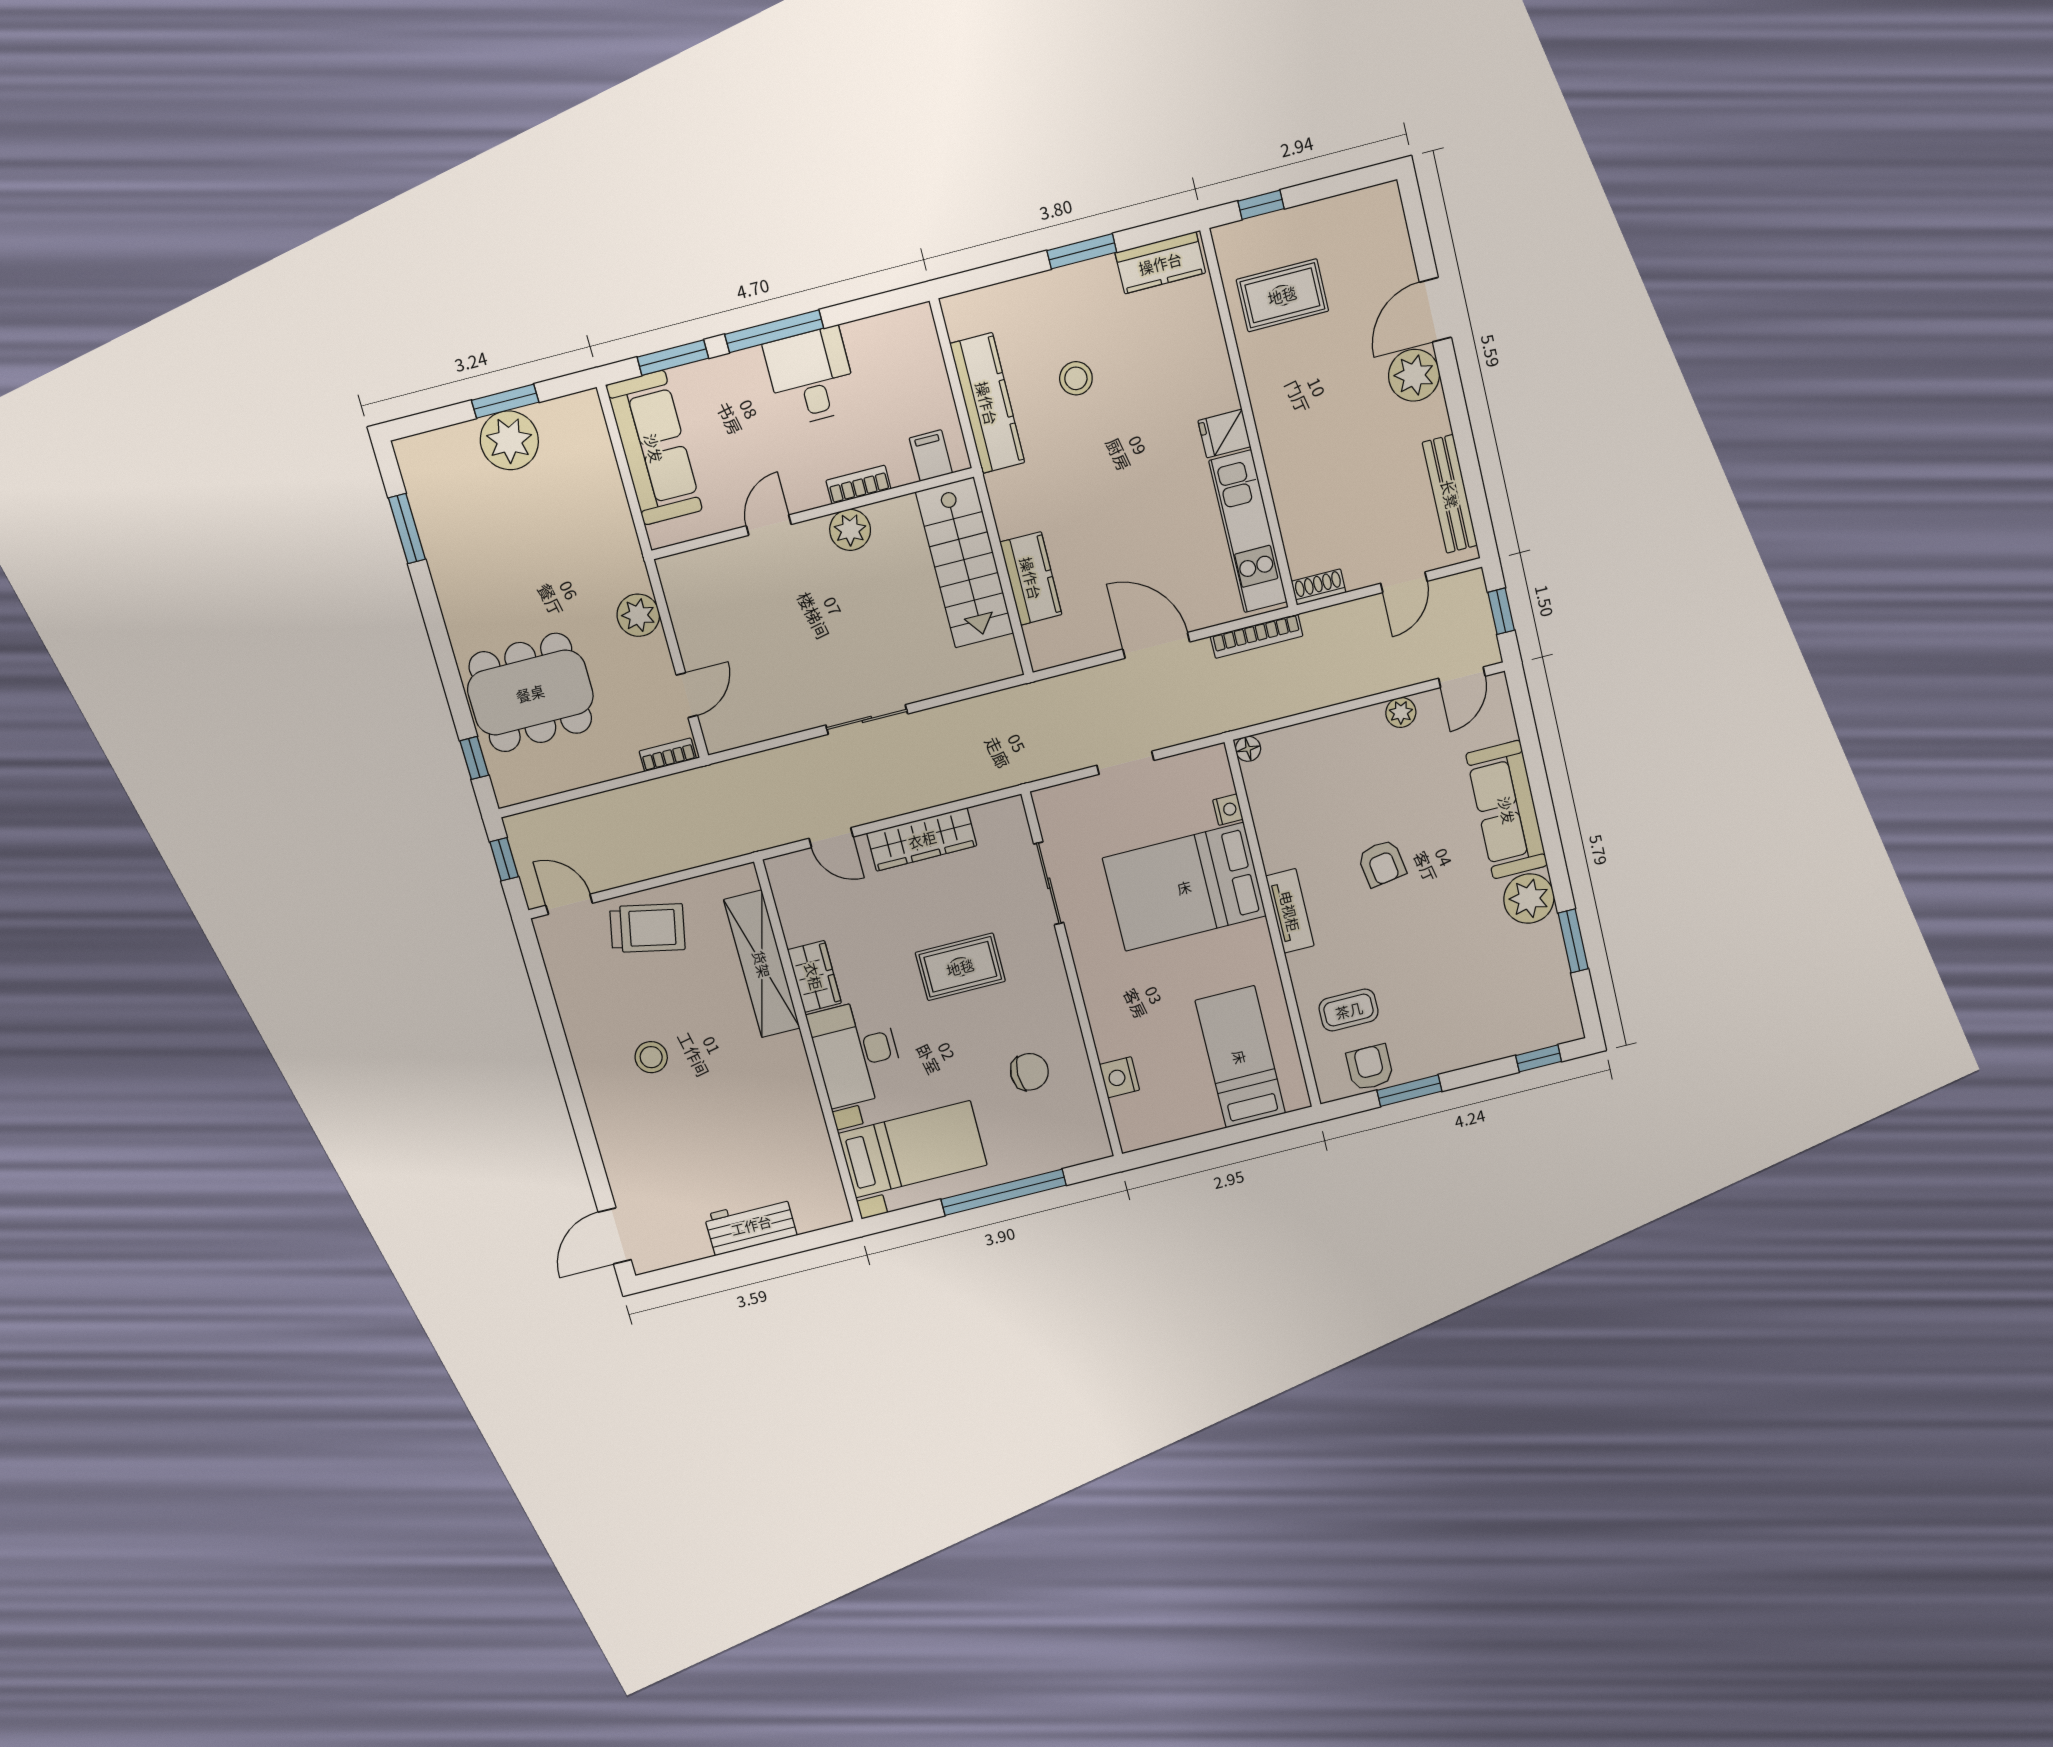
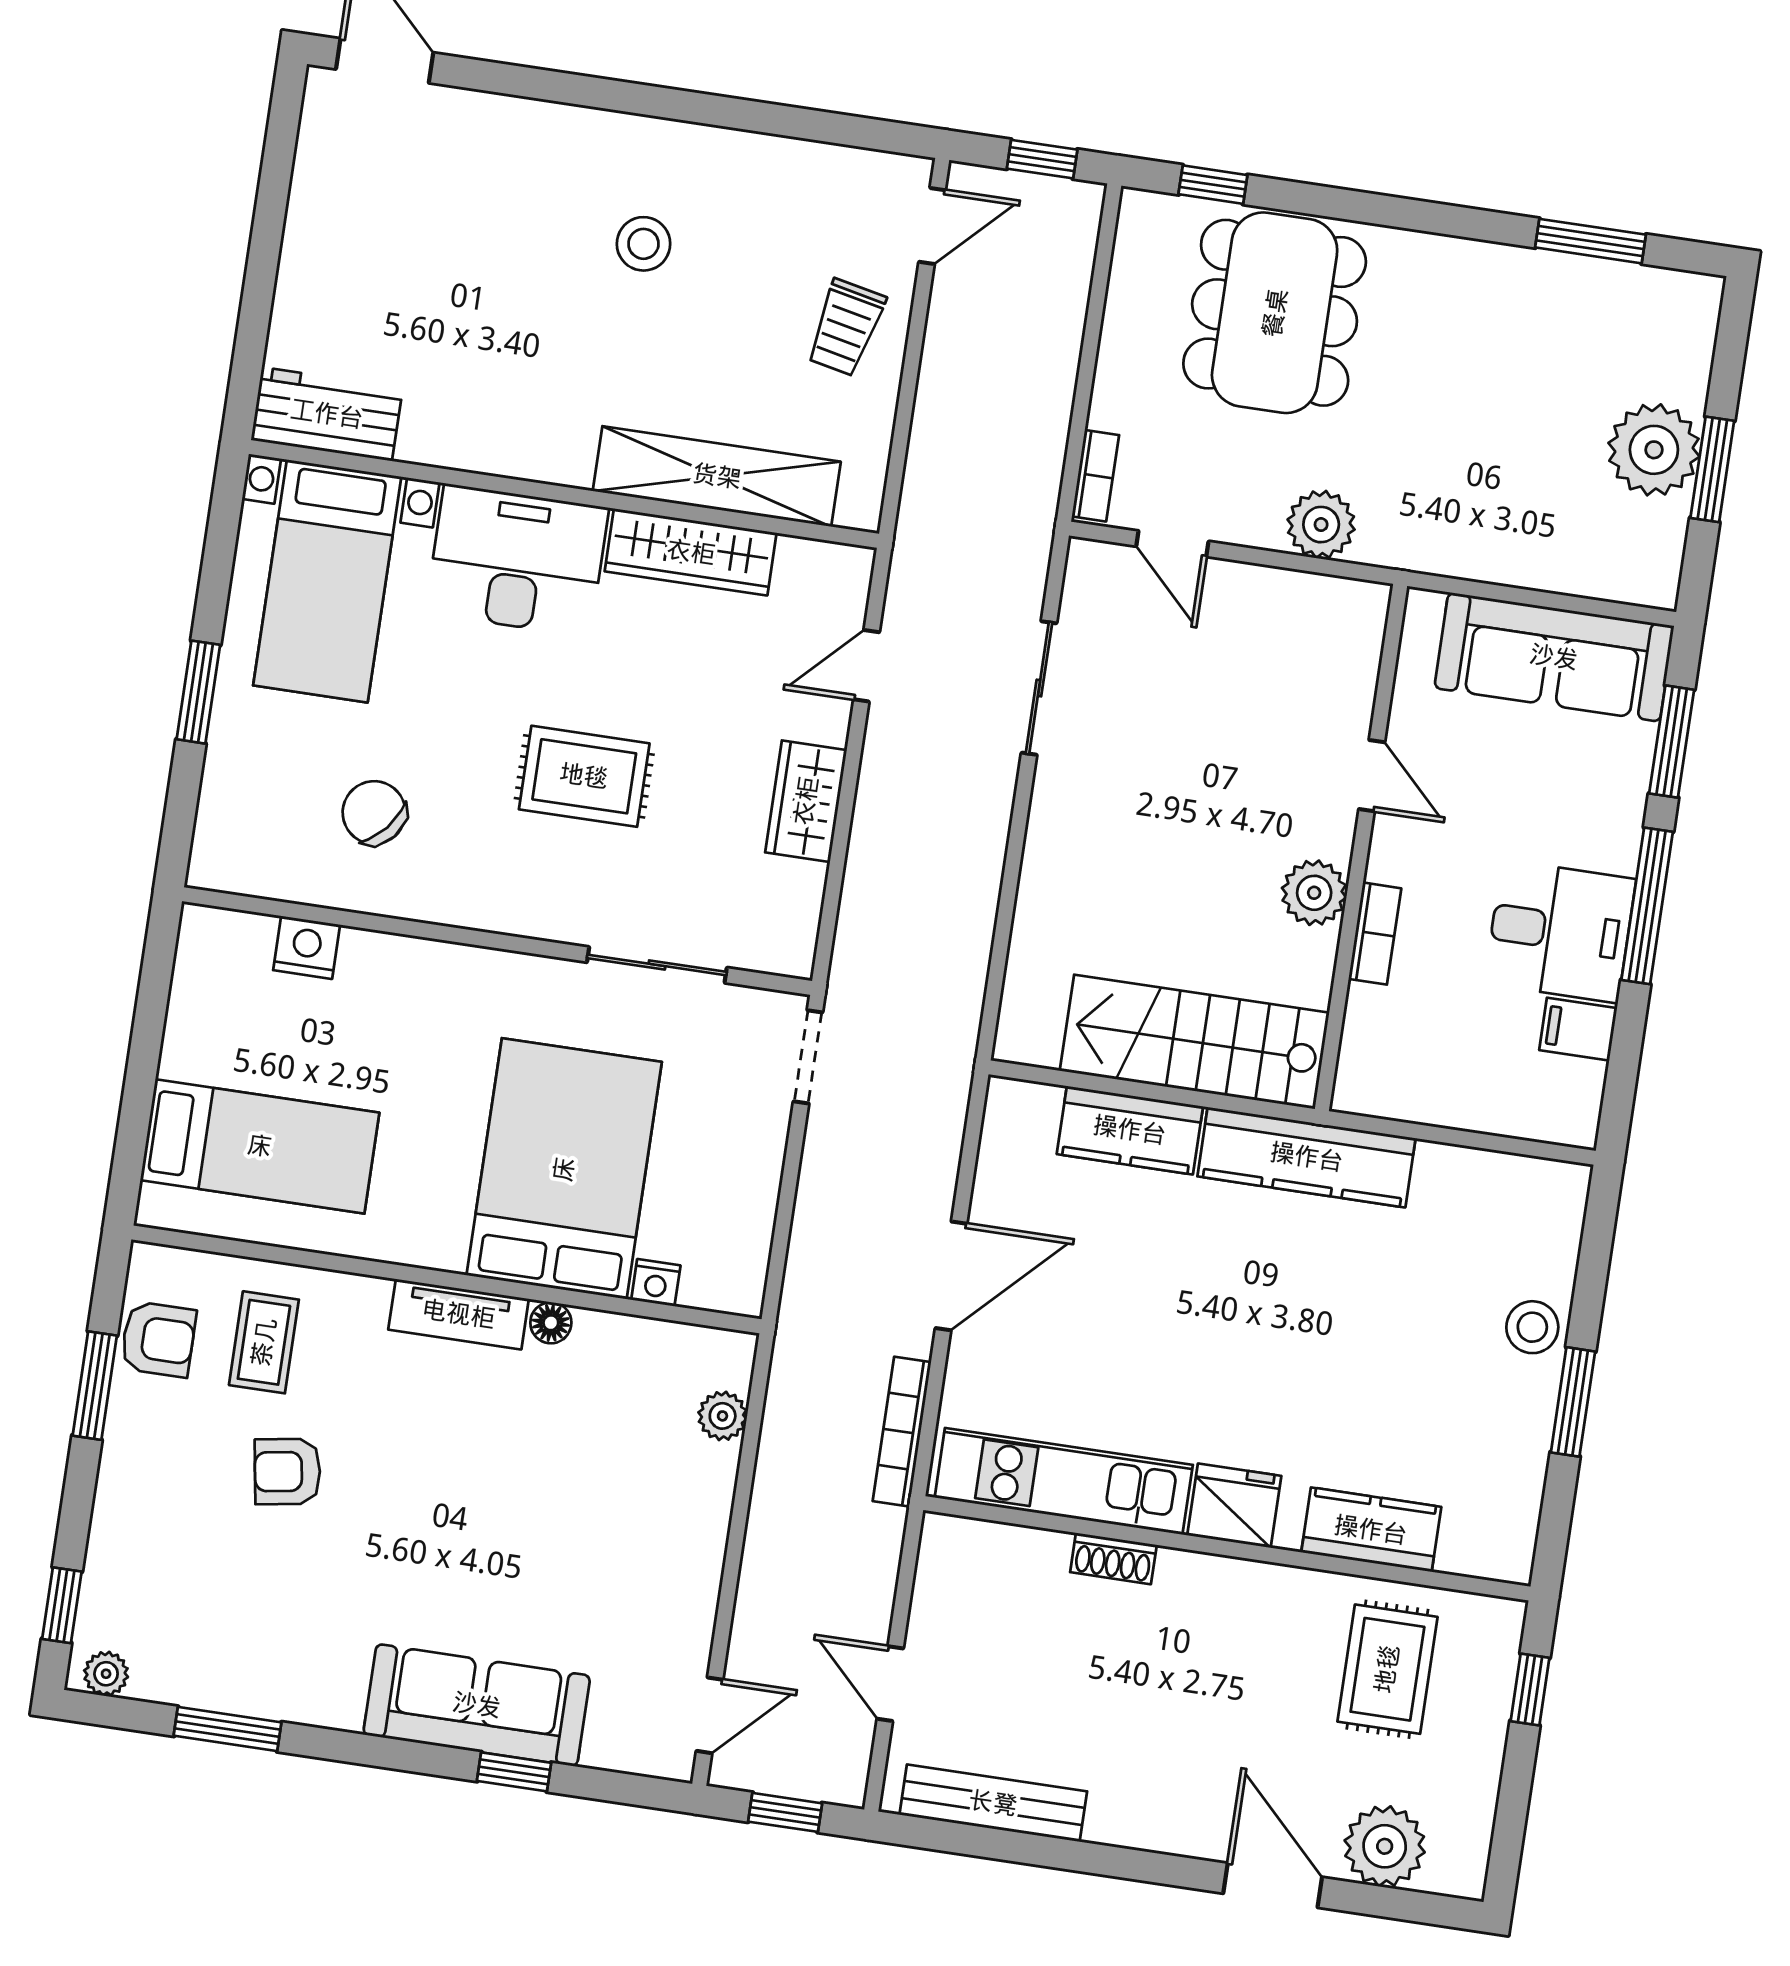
kitchen counter: (1160, 263) -> (1371, 1530), moved, turned 90
plant: (1414, 375) -> (1385, 1846), moved
stool: (1076, 378) -> (1532, 1327), moved
kitchen counter: (987, 403) -> (1307, 1157), moved
fridge: (1224, 434) -> (1234, 1506), width x1.38
filing cabinet: (931, 456) -> (1578, 1029), moved, turned 180
shoe rack: (1319, 587) -> (1113, 1559), moved, turned 90
door: (1462, 677) -> (710, 1715), swing flipped
plant: (1401, 712) -> (723, 1416), moved
sliding door: (867, 719) -> (1039, 688), moved
floor lamp: (1248, 749) -> (551, 1323), moved
doorway: (1125, 763) -> (808, 1057), moved
window: (1537, 773) -> (514, 1772), added
wardrobe: (922, 839) -> (806, 801), width x0.67
armchair: (1382, 863) -> (287, 1472), moved
plant: (1529, 899) -> (106, 1674), moved, width x0.53, depth x0.53
trolley: (647, 928) -> (846, 328), width x0.73, depth x0.72
rug: (960, 967) -> (584, 776), turned 90
wardrobe: (814, 976) -> (691, 552), width x1.50
chair: (1029, 1072) -> (374, 813), turned 130
window: (1004, 1192) -> (198, 692), width x0.47
workbench: (751, 1225) -> (327, 414), moved, turned -90

